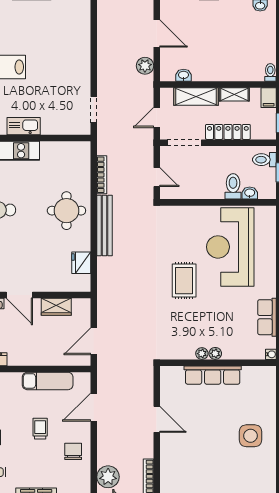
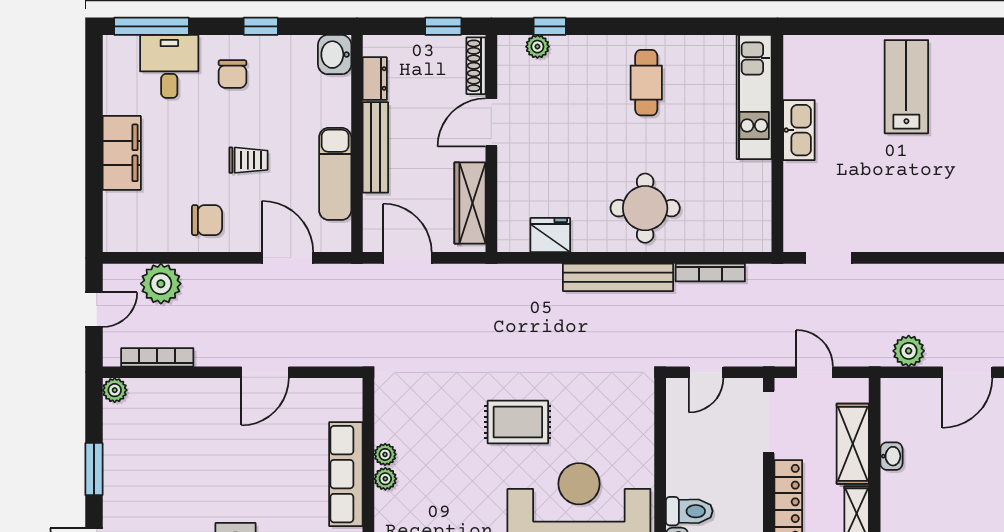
washbasin: (184, 75) -> (891, 456), moved
wardrobe: (56, 307) -> (470, 203), width x1.50
bench: (33, 359) -> (375, 147), added

